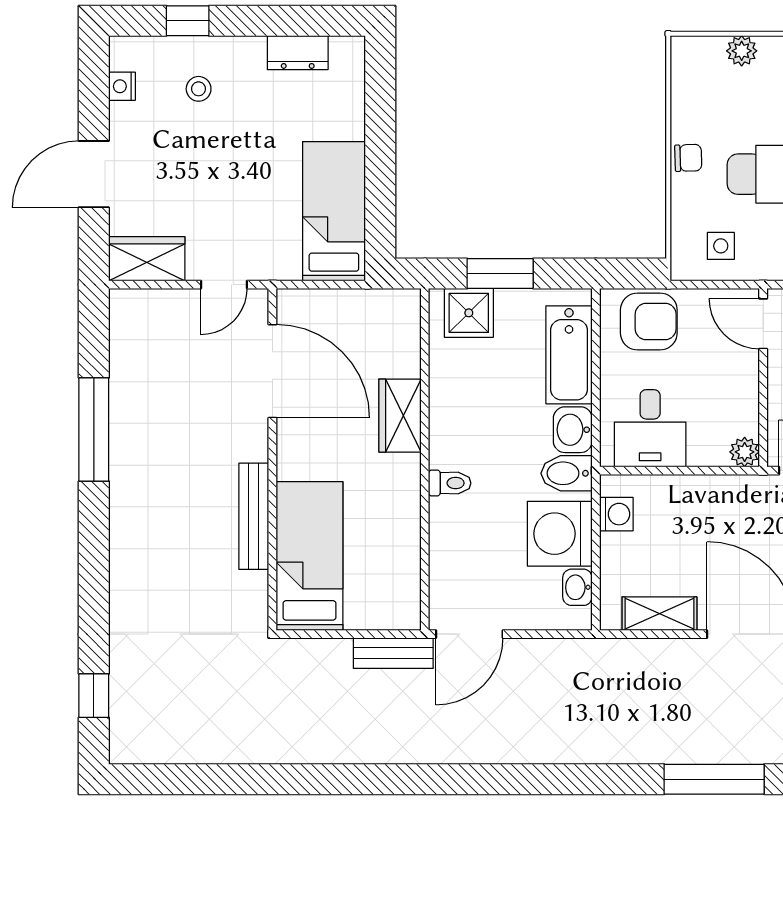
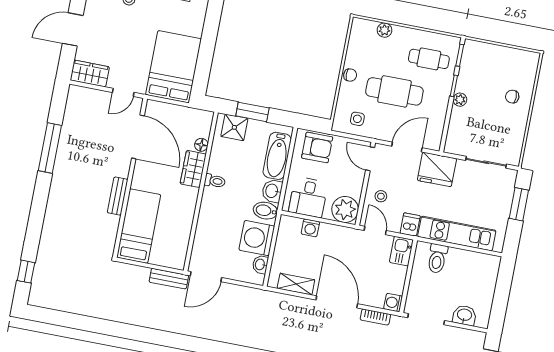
bed: (334, 211) -> (174, 67), width x1.50
floor lamp: (407, 362) -> (201, 145), added
plant: (745, 452) -> (345, 209), width x1.88, depth x1.88
toilet: (450, 483) -> (215, 181), moved
washing machine: (616, 514) -> (310, 228), moved, turned 90
bench: (254, 516) -> (118, 196), width x0.73

